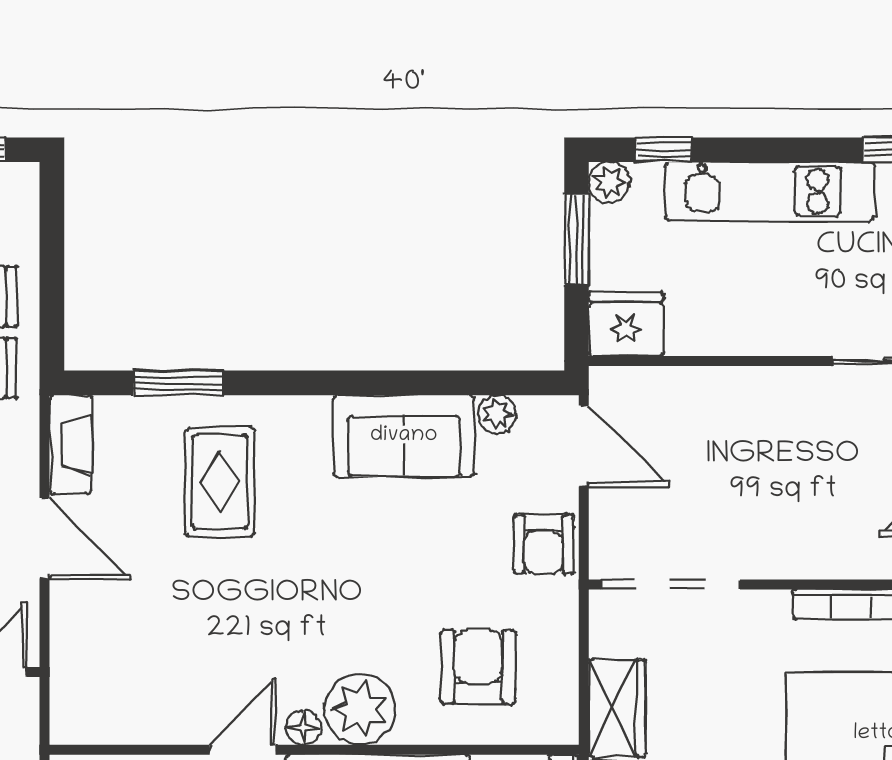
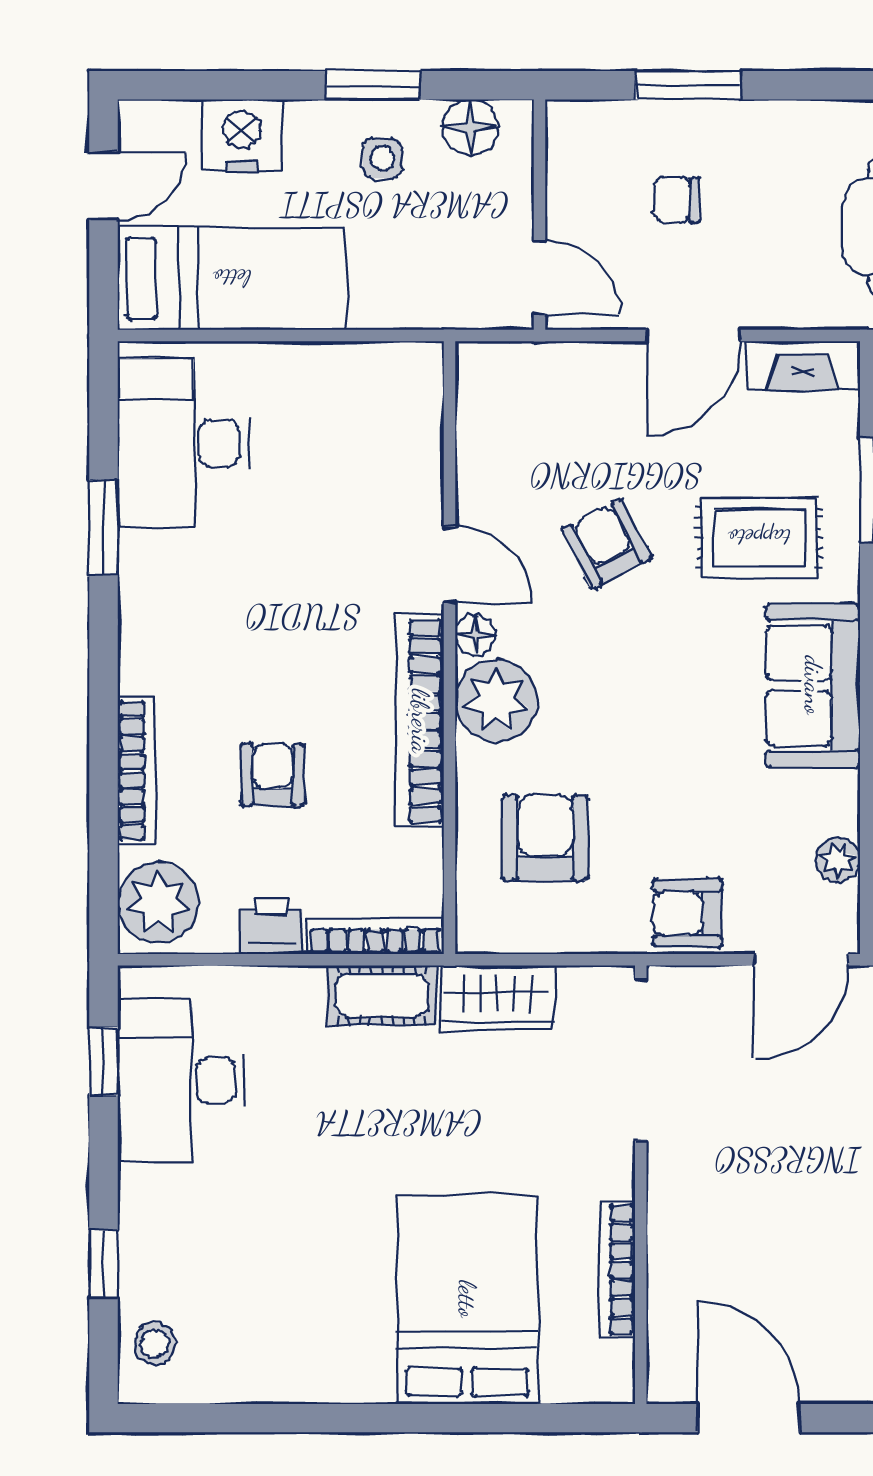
sofa: (404, 436) -> (813, 685), moved
armchair: (225, 614) -> (606, 544), added
armchair: (478, 667) -> (545, 838), turned -90

